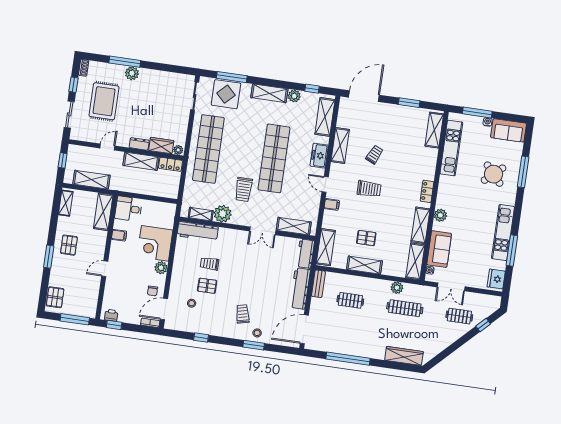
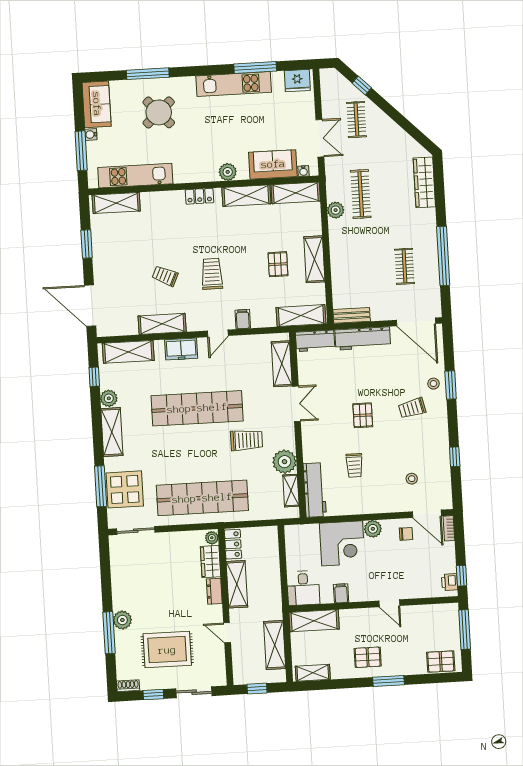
pallet: (207, 286) -> (363, 415), moved
clothes rail: (350, 300) -> (404, 266), moved

